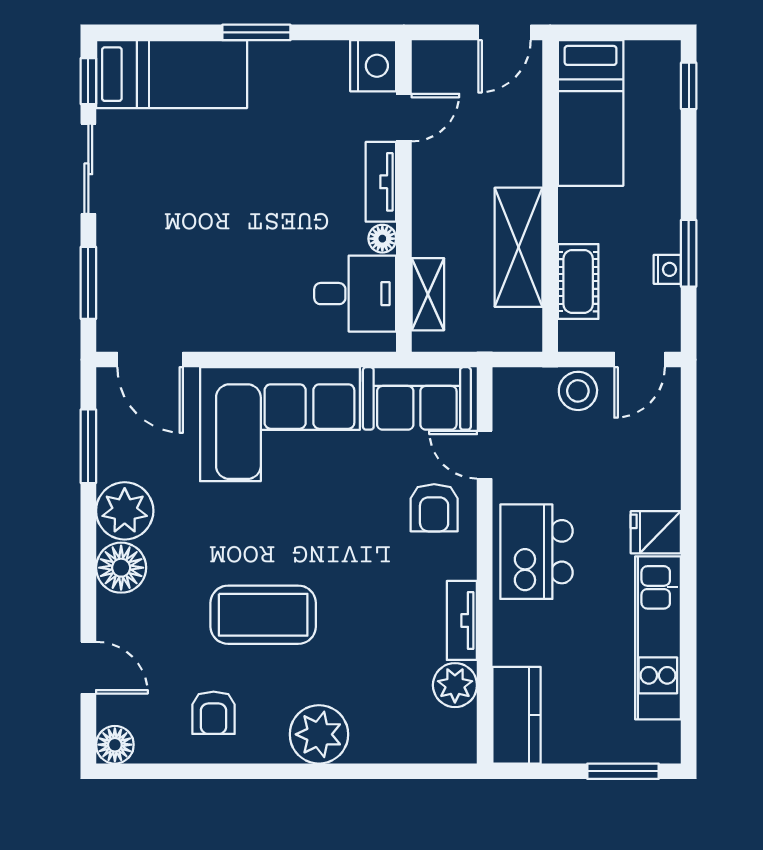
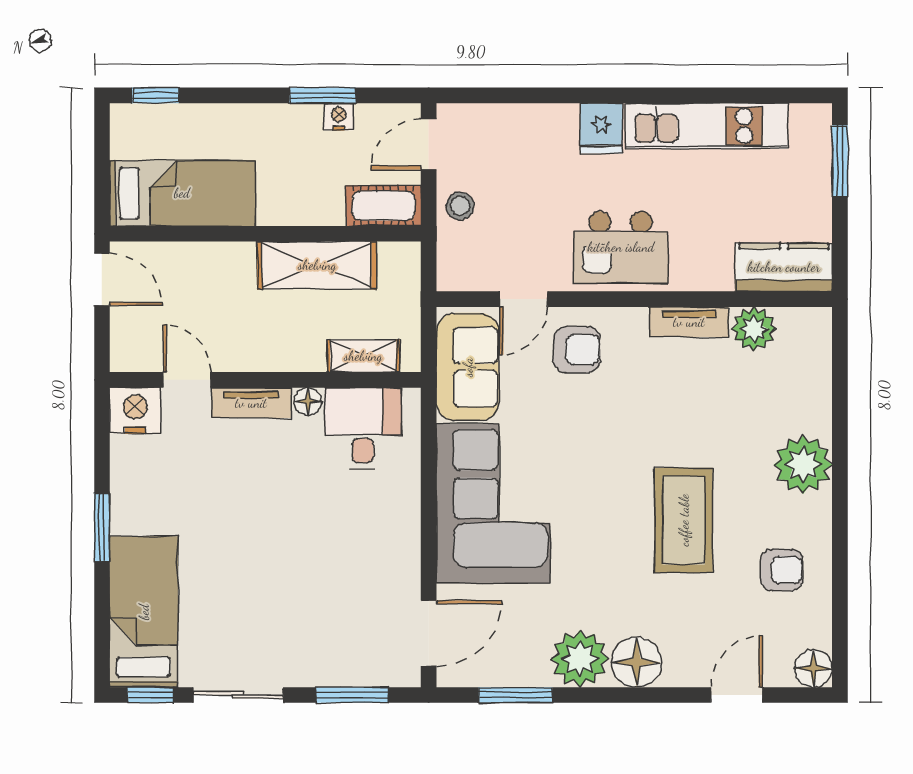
cot: (578, 281) -> (384, 206), moved
door: (640, 360) -> (429, 144), swing flipped
stool: (578, 391) -> (460, 206), width x0.73, depth x0.73

